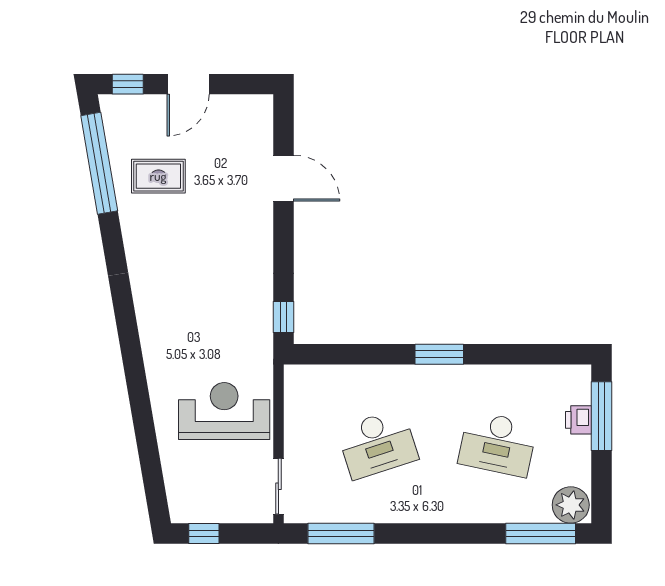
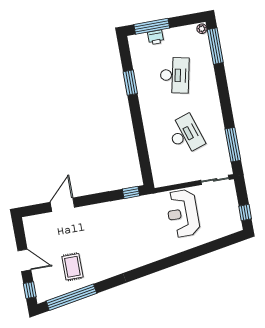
window: (439, 354) -> (130, 83), moved
plant: (571, 505) -> (202, 29), width x0.53, depth x0.53

